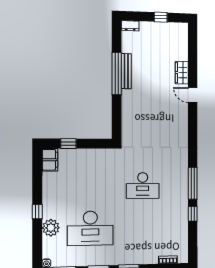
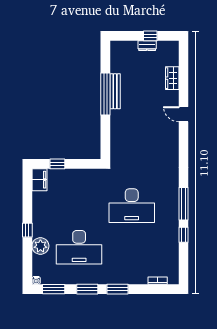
dresser: (130, 26) -> (147, 46), moved
wardrobe: (182, 73) -> (172, 78), moved
desk: (143, 186) -> (132, 206), width x1.36, depth x1.30

